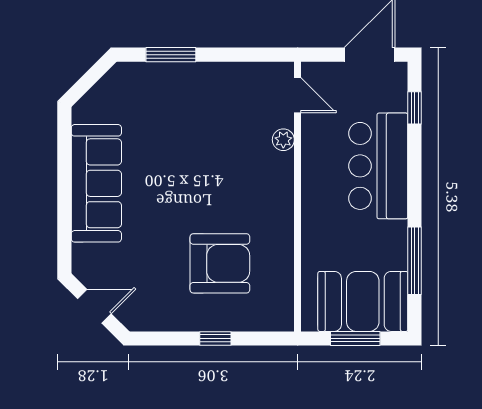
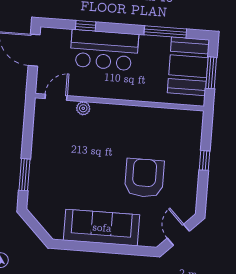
window: (415, 108) -> (86, 26), moved
armchair: (220, 263) -> (144, 178), moved

